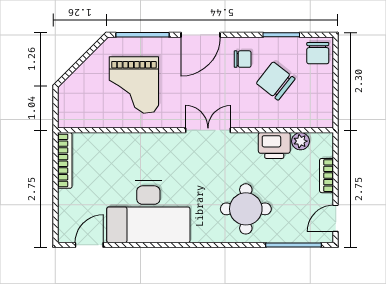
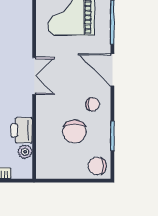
chair: (243, 59) -> (92, 104), turned -90
chair: (276, 81) -> (74, 131), turned 142

